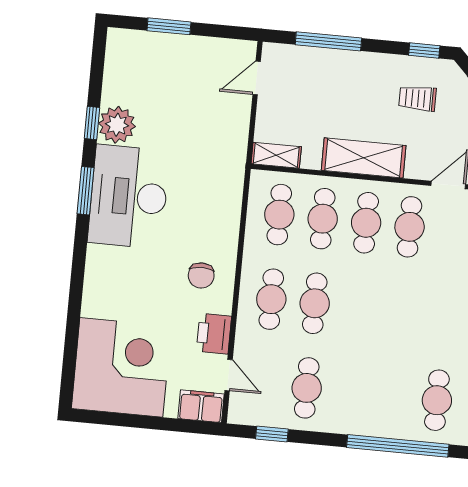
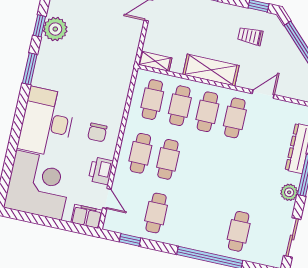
desk: (129, 197) -> (47, 122), moved

